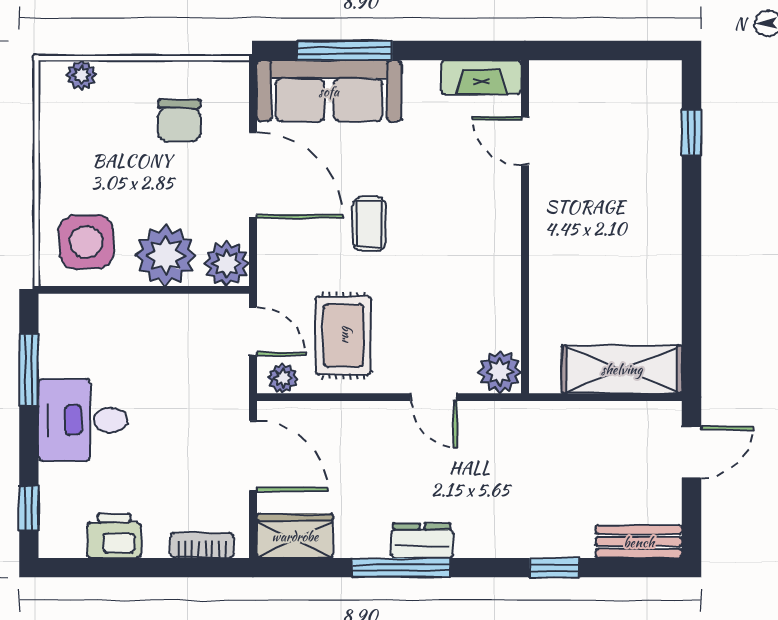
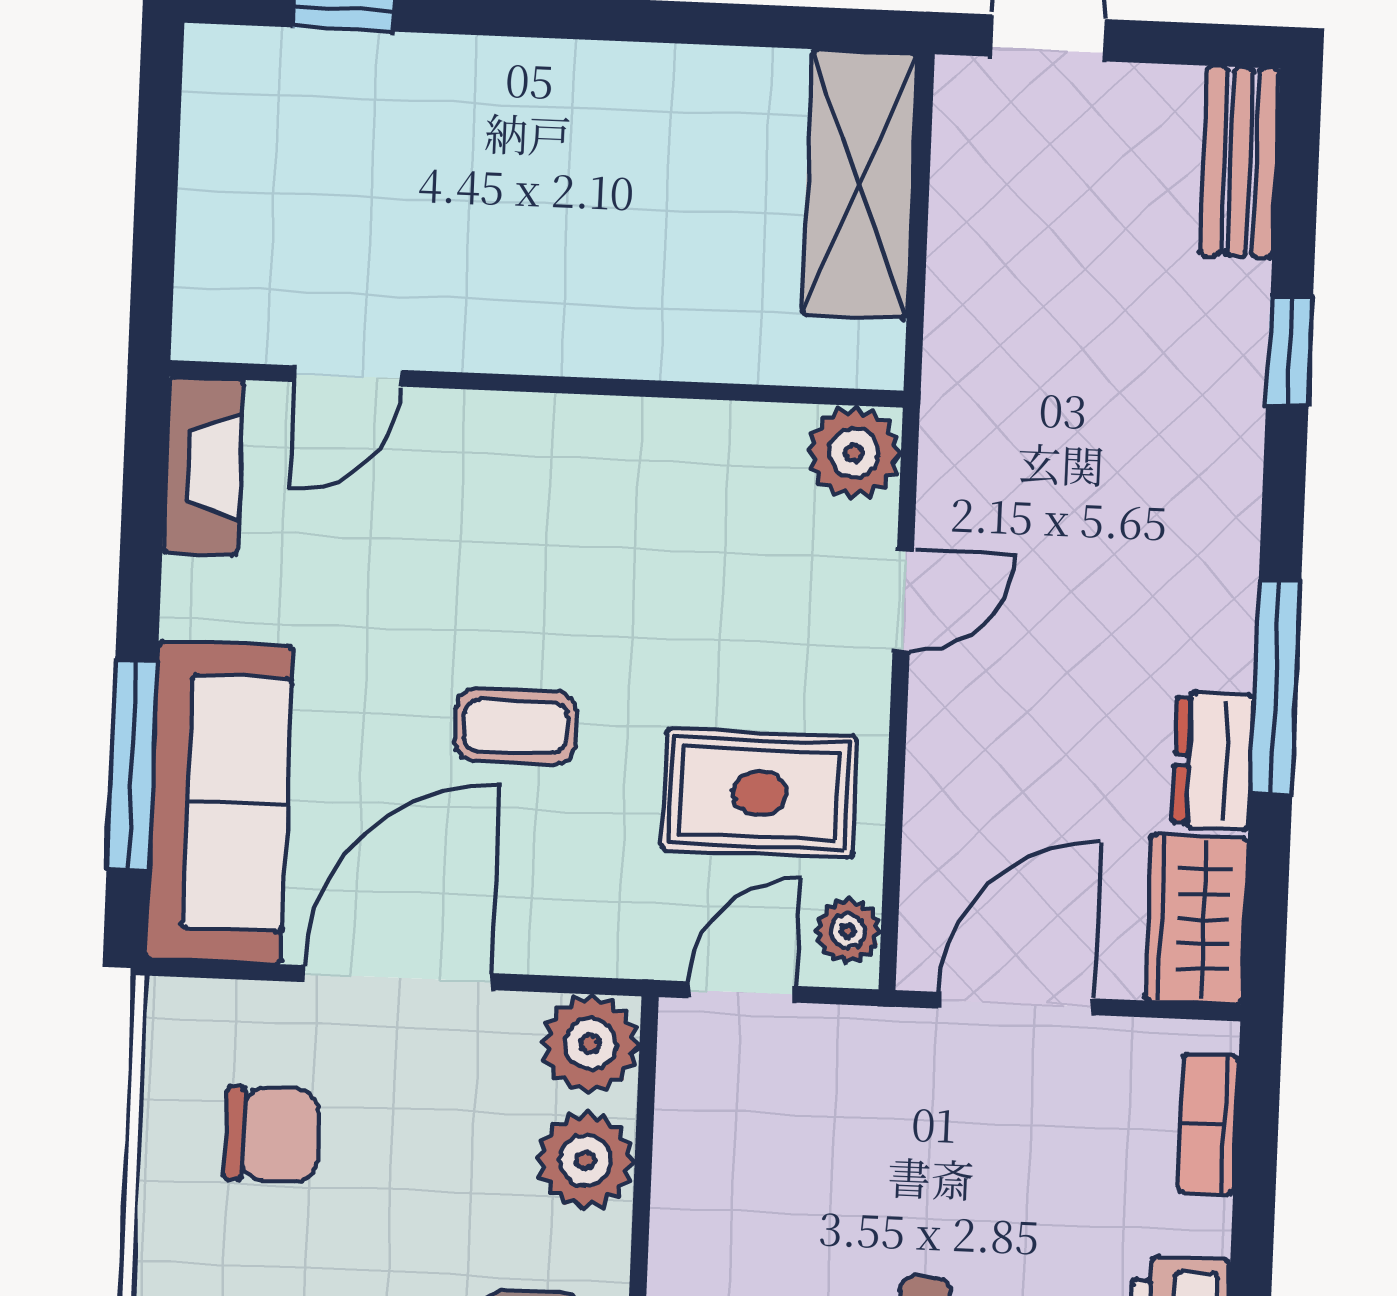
plant: (166, 255) -> (585, 1160), width x0.73, depth x0.73
dresser: (422, 541) -> (1213, 761), moved

